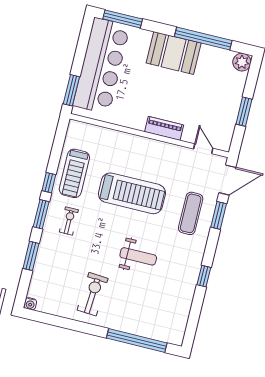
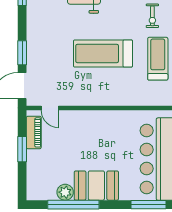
plant: (242, 62) -> (65, 192), moved
piano: (164, 128) -> (34, 132), moved, turned -90
exercise mat: (191, 213) -> (47, 48), removed

